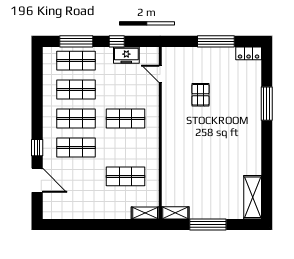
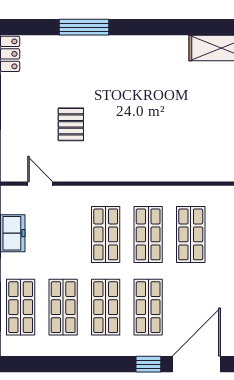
door: (160, 74) -> (40, 184), swing flipped
pallet: (200, 95) -> (71, 124), turned 90
shop shelf: (126, 147) -> (148, 234), added
door: (37, 180) -> (196, 364), width x1.36

